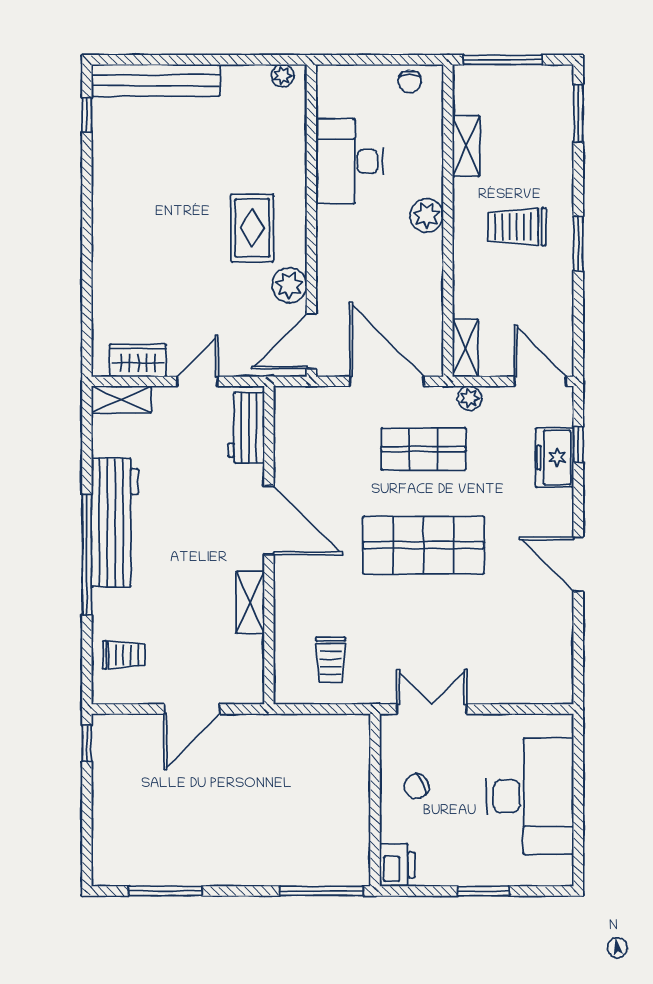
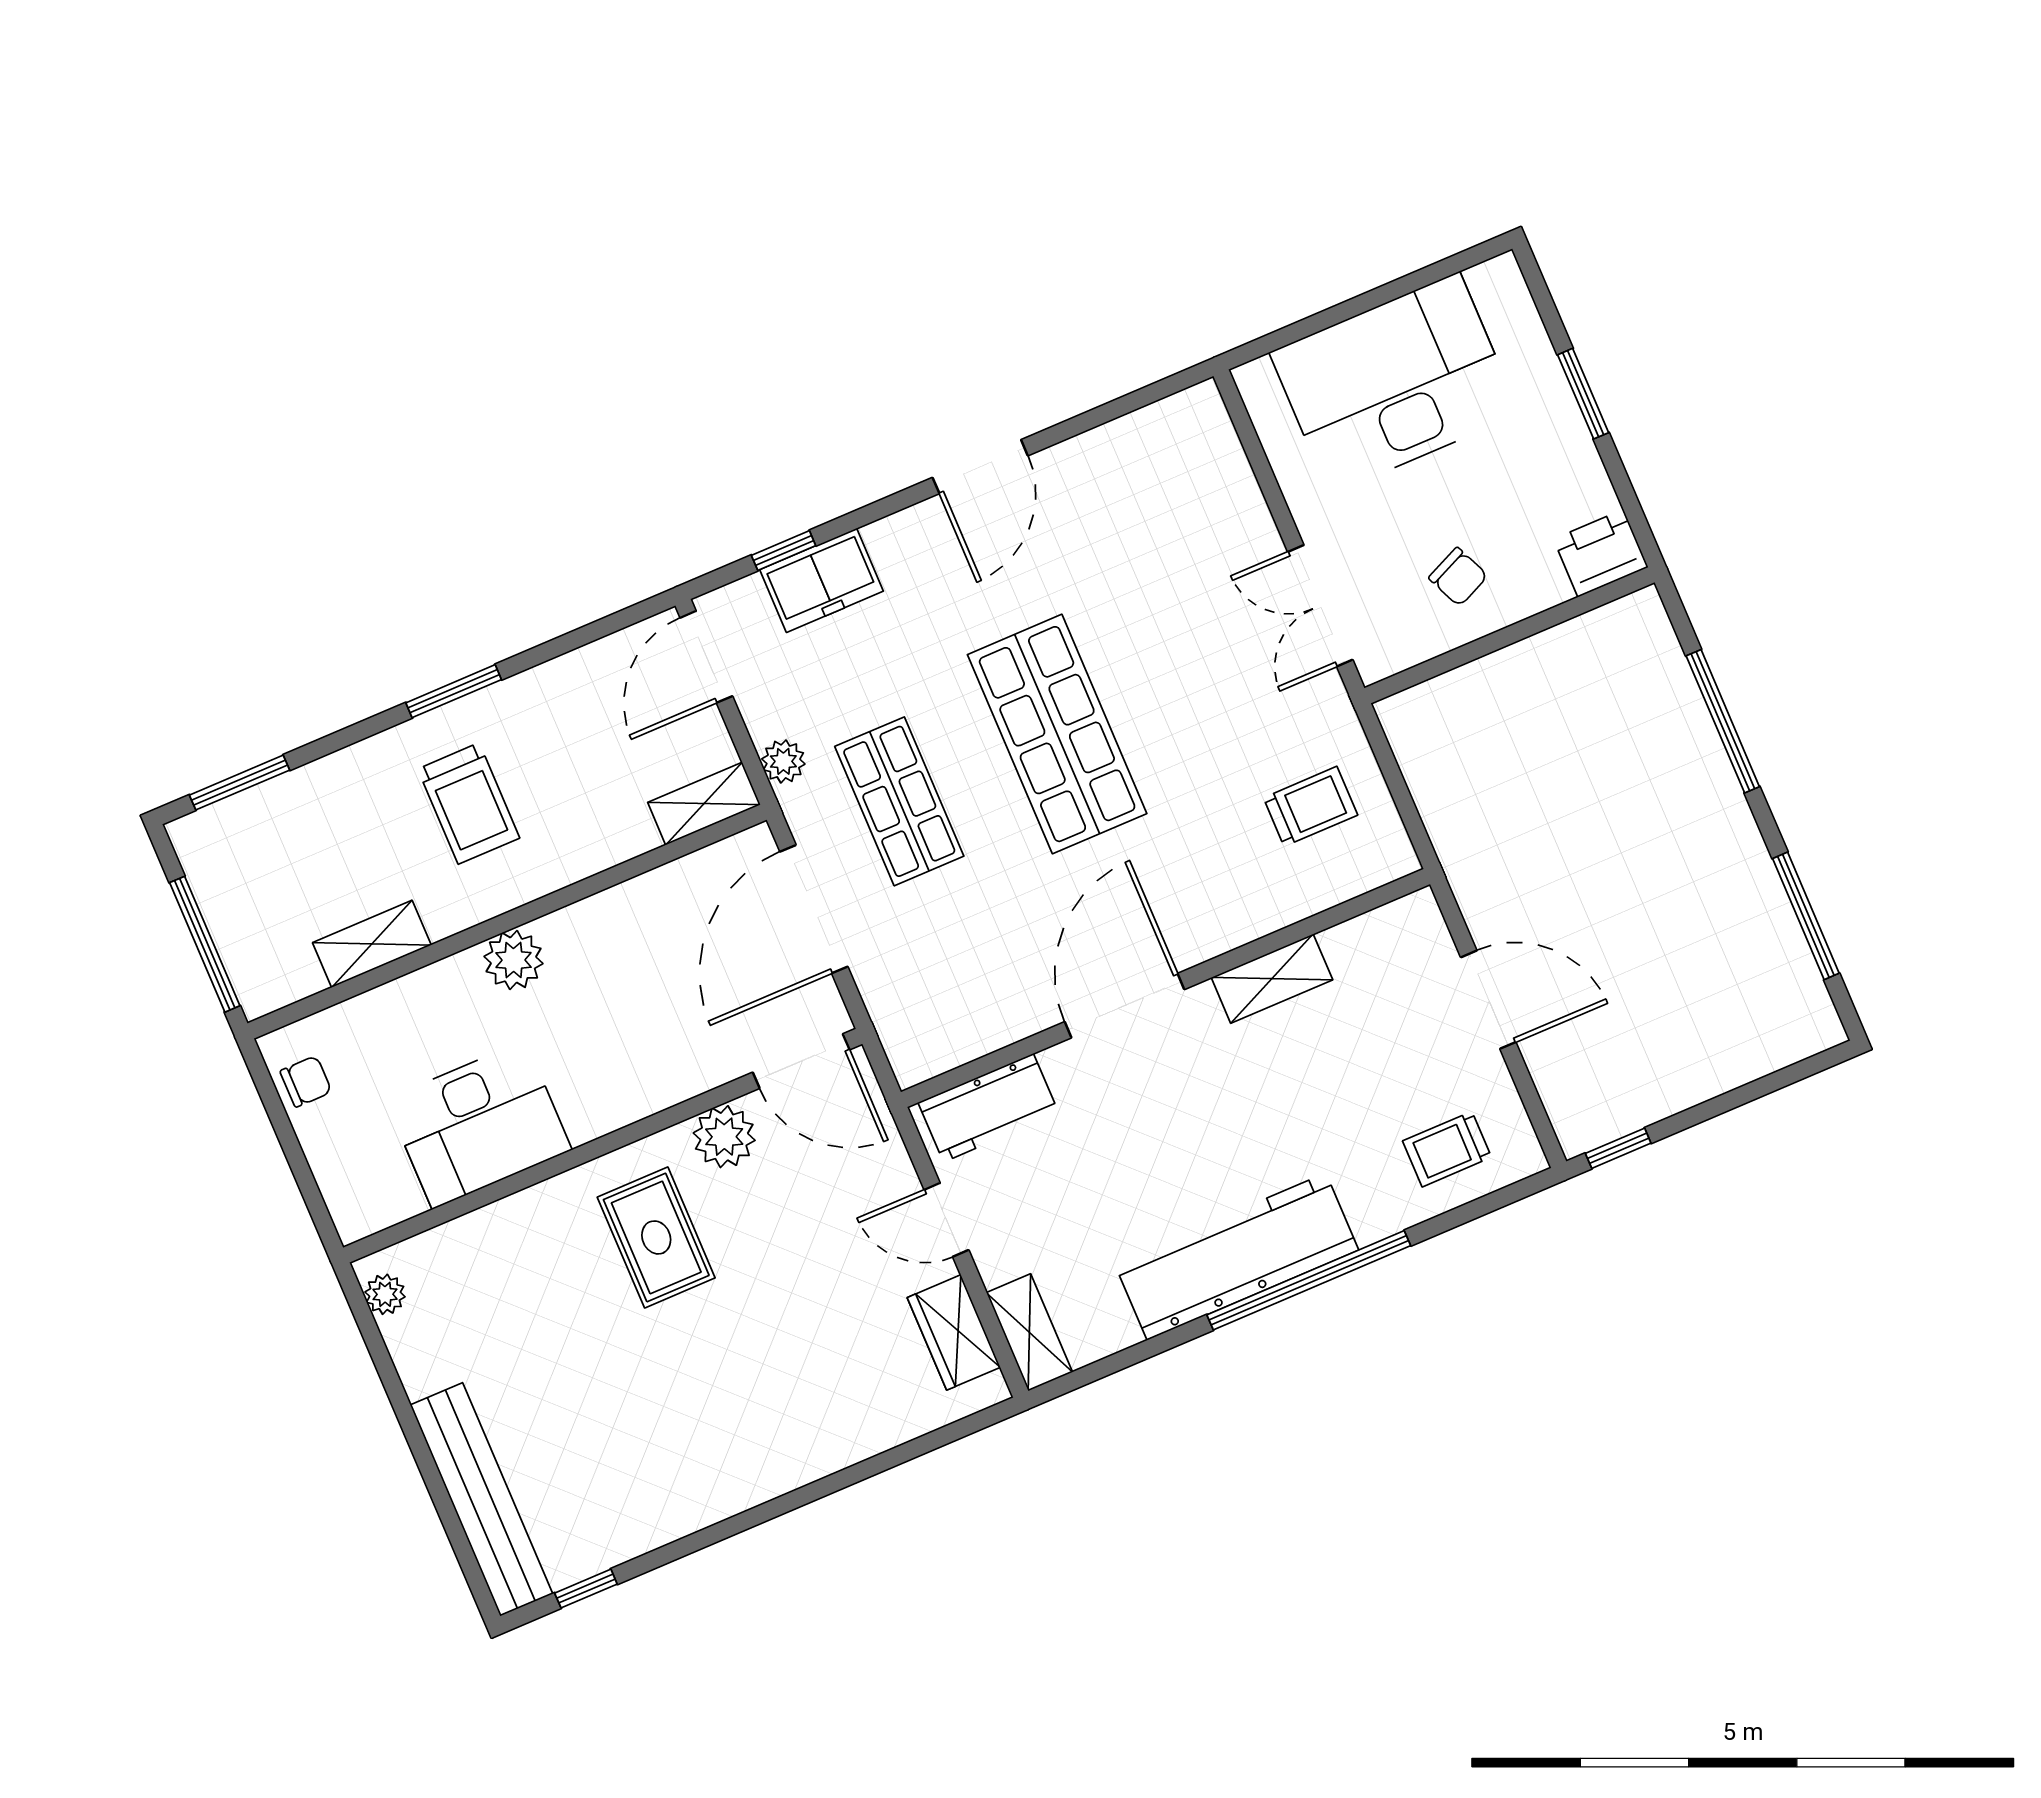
rug: (252, 228) -> (656, 1237), turned 90
trolley: (124, 655) -> (1447, 1149), turned -90
window: (322, 891) -> (1723, 721), moved

